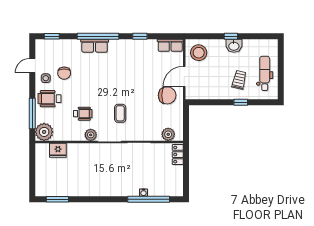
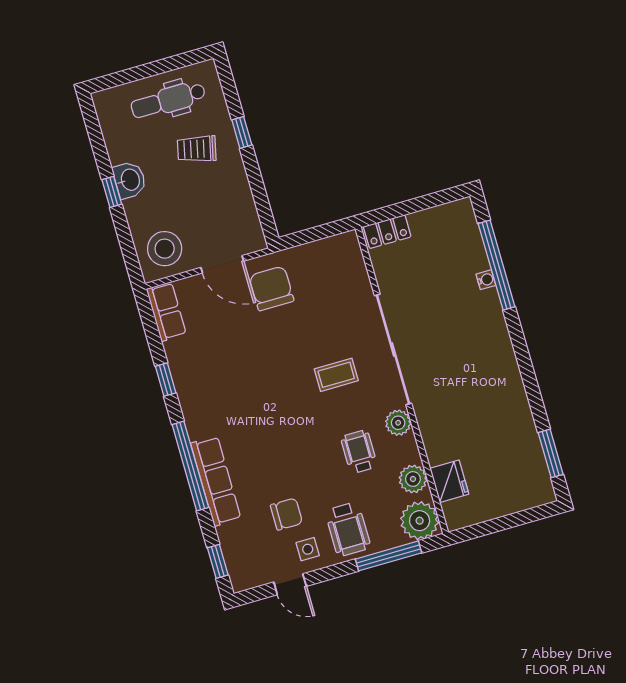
row of seats: (95, 46) -> (216, 481), width x1.48
plant: (168, 134) -> (413, 479), moved

